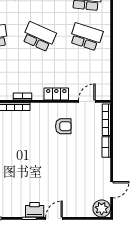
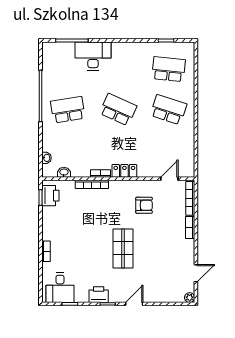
locker: (56, 94) -> (124, 171), moved
shop shelf: (43, 167) -> (123, 248), added
plant: (102, 209) -> (190, 298), width x0.53, depth x0.53
printer: (35, 210) -> (99, 295), moved

